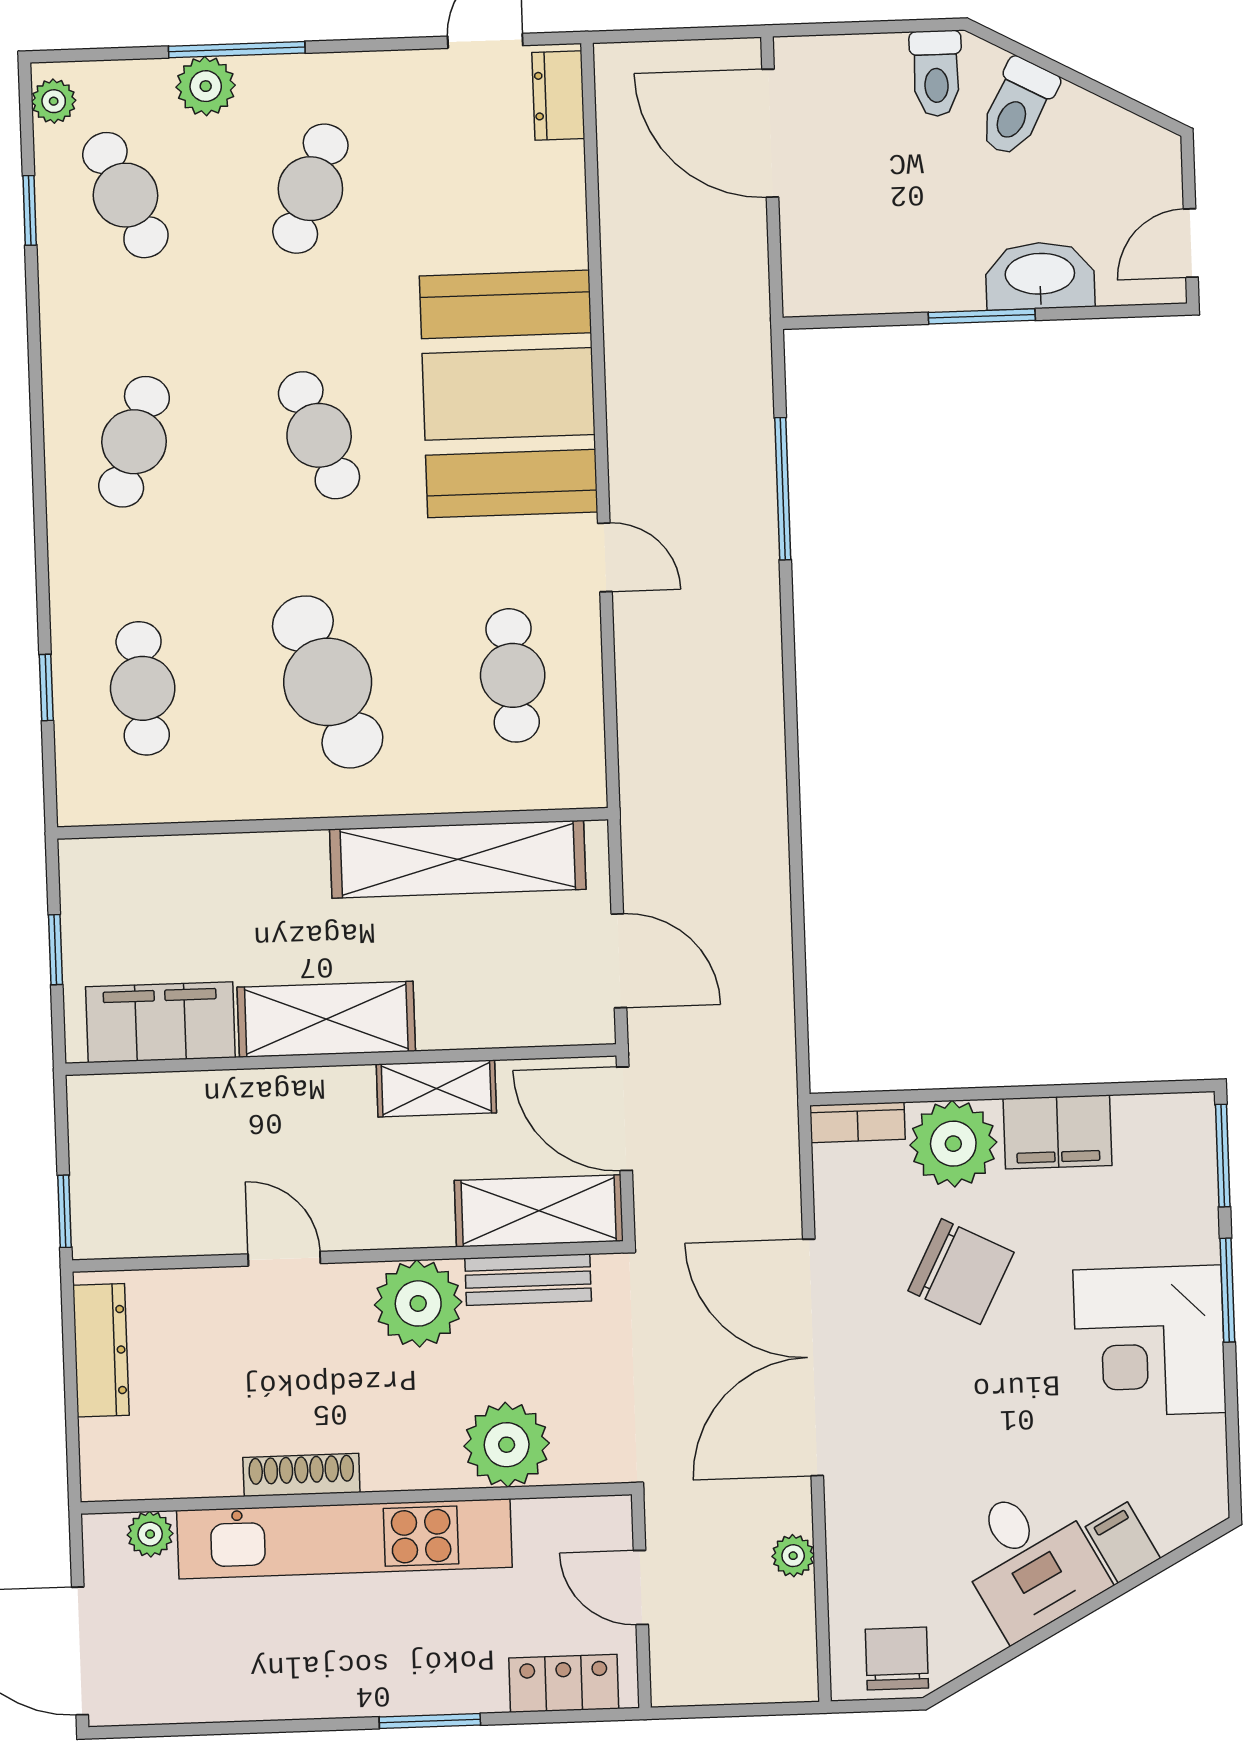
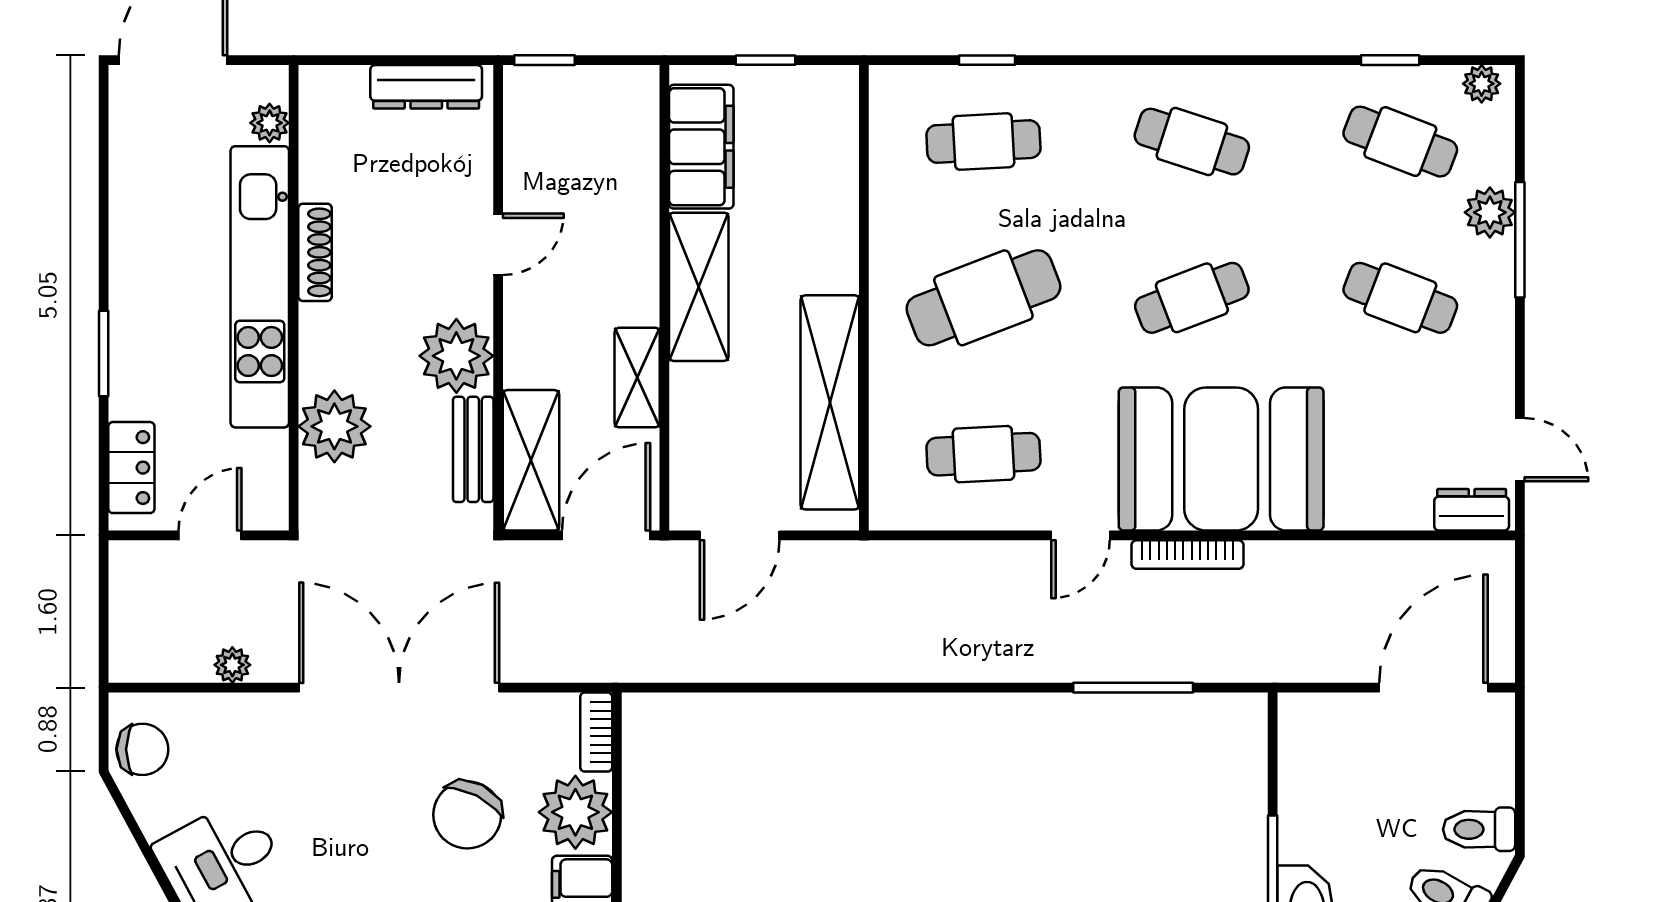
cafe table: (125, 195) -> (1400, 142), turned 45
bookcase: (623, 430) -> (1188, 555), added

